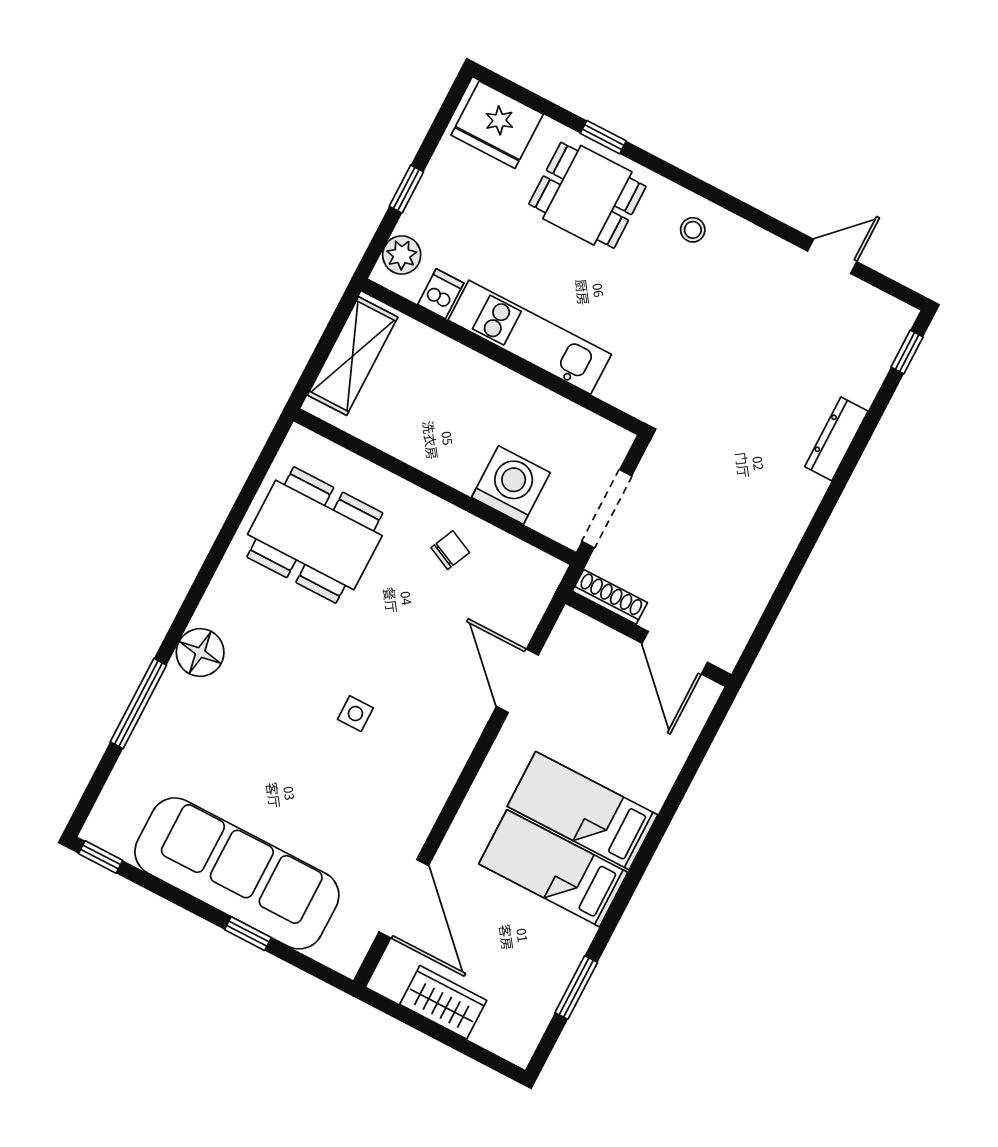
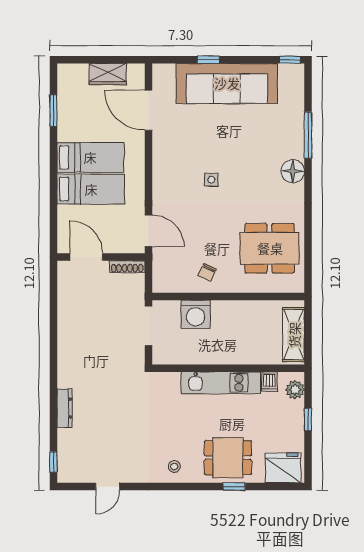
shoe rack: (610, 597) -> (127, 267), moved
wall: (648, 639) -> (101, 257), moved
door: (675, 653) -> (86, 257), moved

